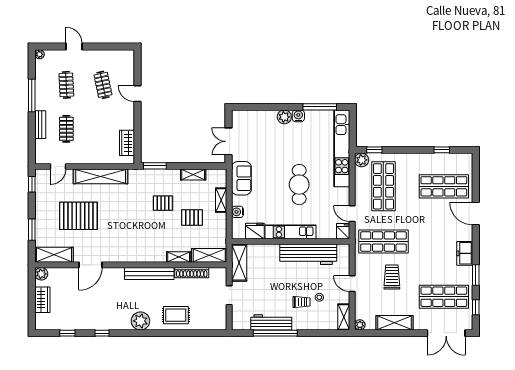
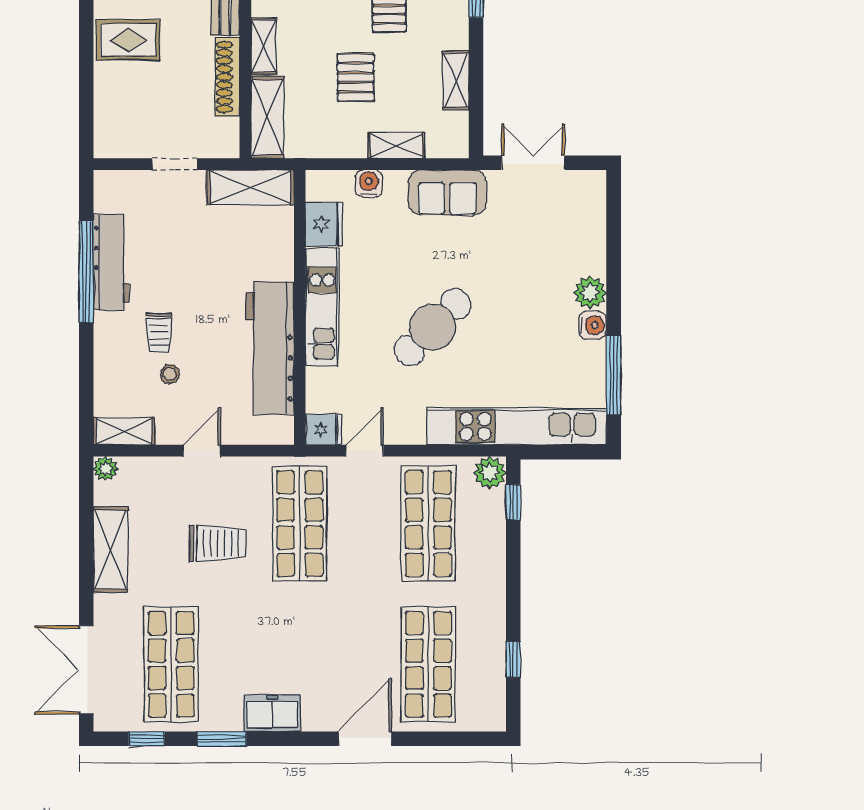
cafe table: (299, 185) -> (432, 327), turned -45
shop shelf: (383, 186) -> (428, 524), turned 90
rug: (176, 315) -> (128, 40), turned 90

